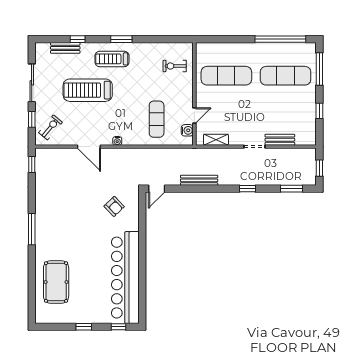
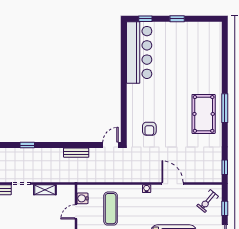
shelving: (216, 140) -> (45, 190), moved
bench: (199, 180) -> (76, 153), width x0.73
armchair: (114, 206) -> (149, 129), turned -136
bar counter: (125, 278) -> (139, 52), width x0.73
pool table: (56, 282) -> (204, 114), moved

